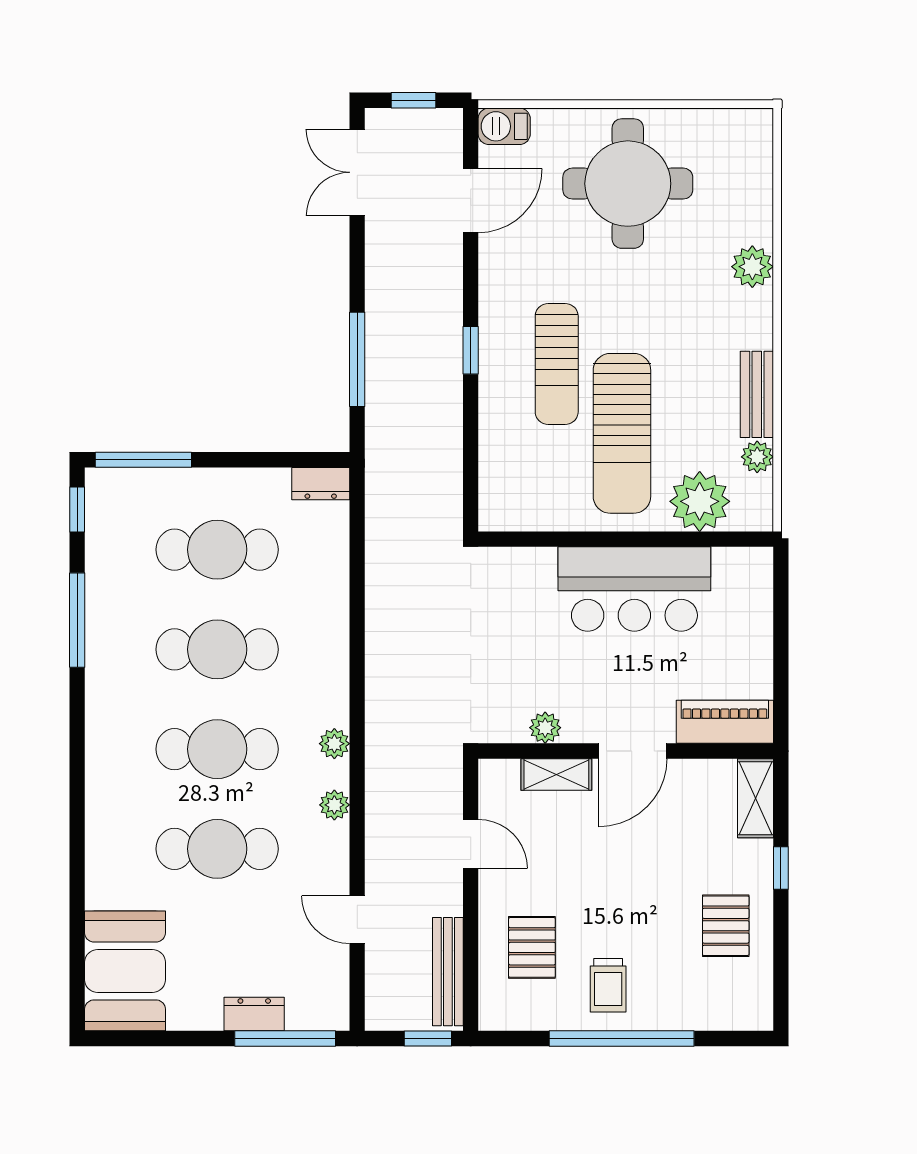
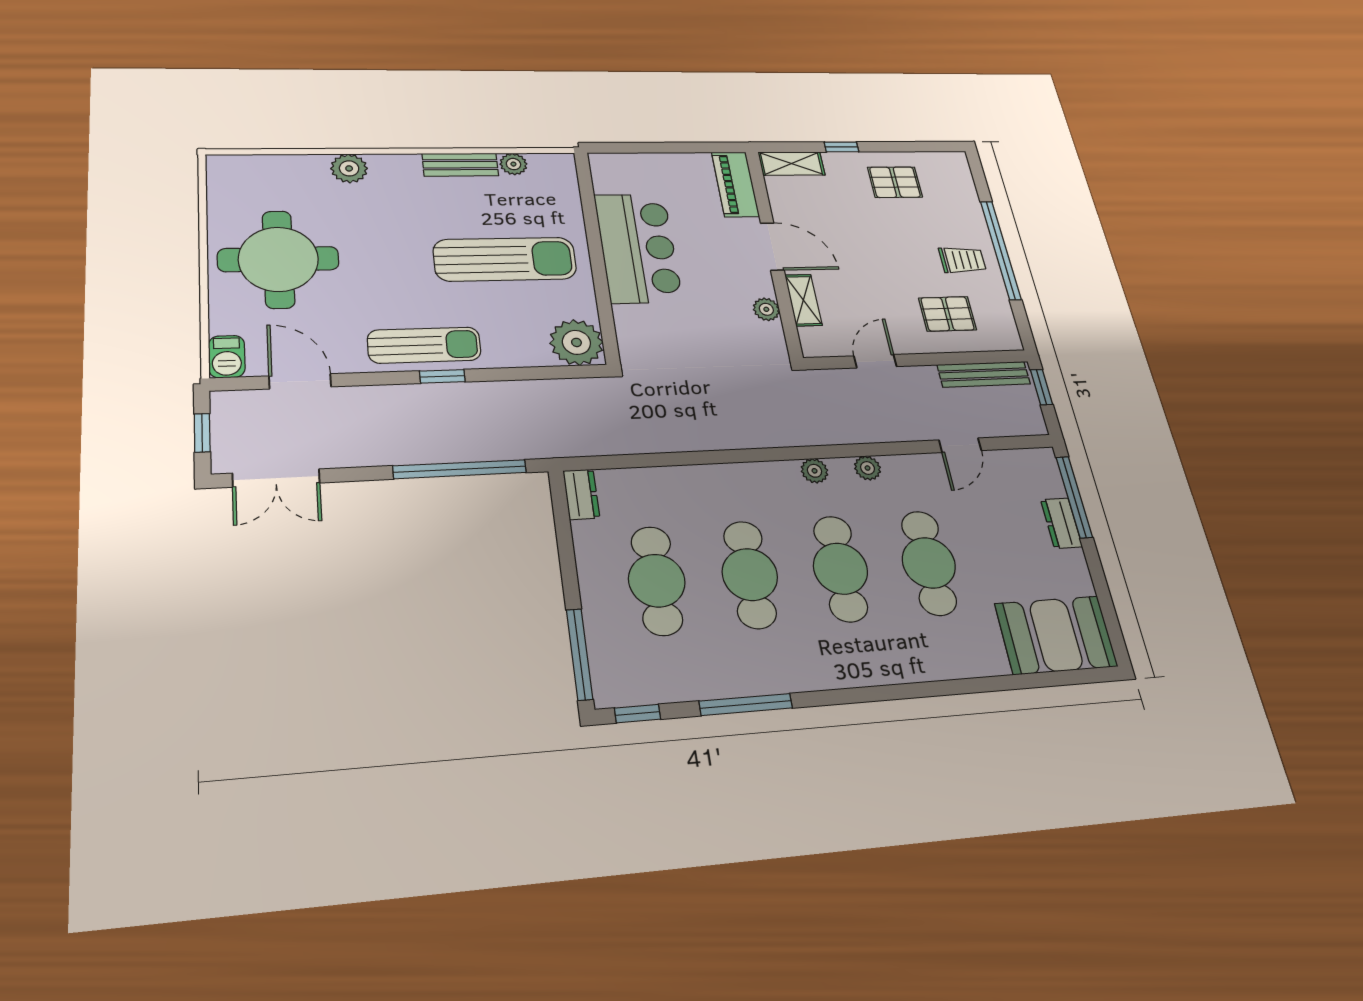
window: (357, 359) -> (460, 469), width x1.46
sun lounger: (557, 364) -> (424, 345), moved
plant: (700, 501) -> (576, 342), moved

